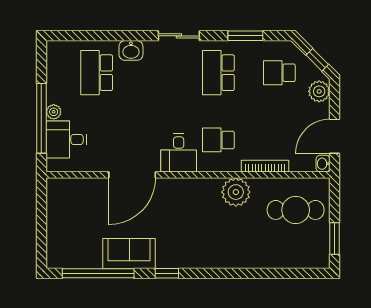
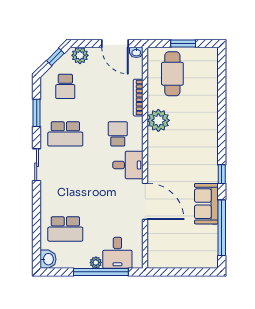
washbasin: (131, 50) -> (48, 259), moved
school desk: (218, 140) -> (118, 134), turned 180
window: (334, 238) -> (183, 43), moved

